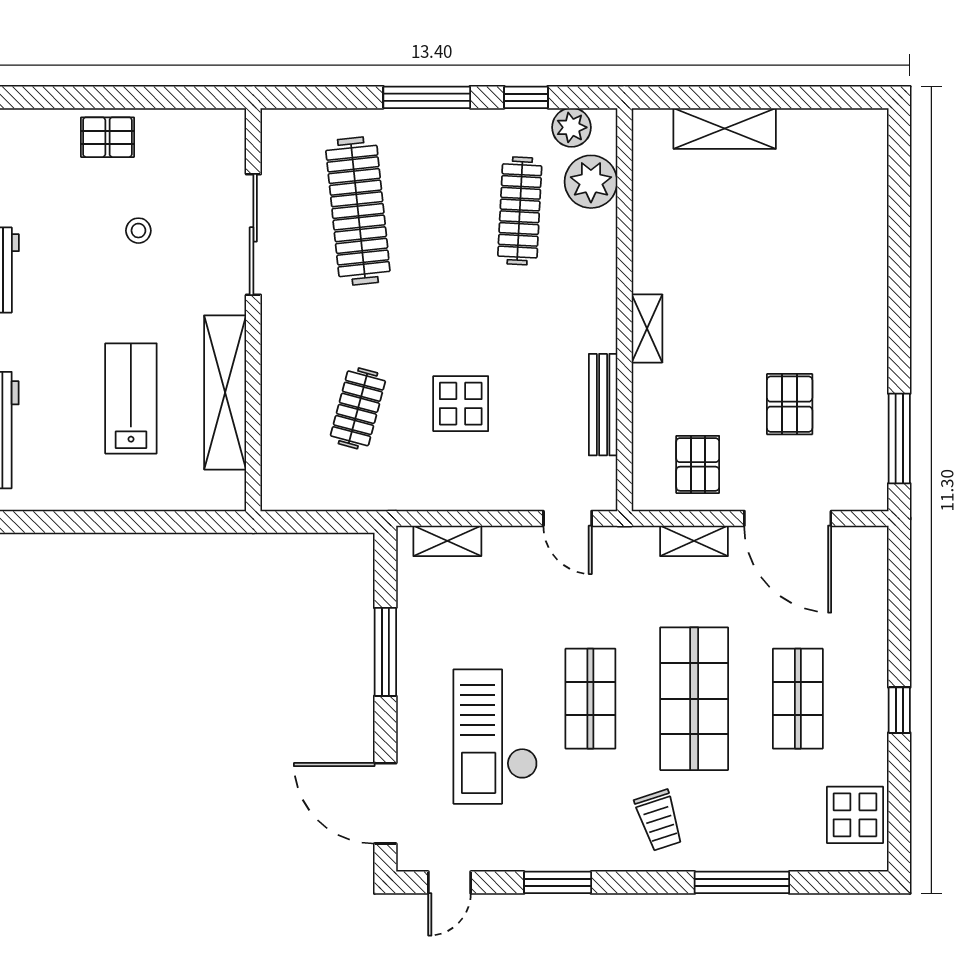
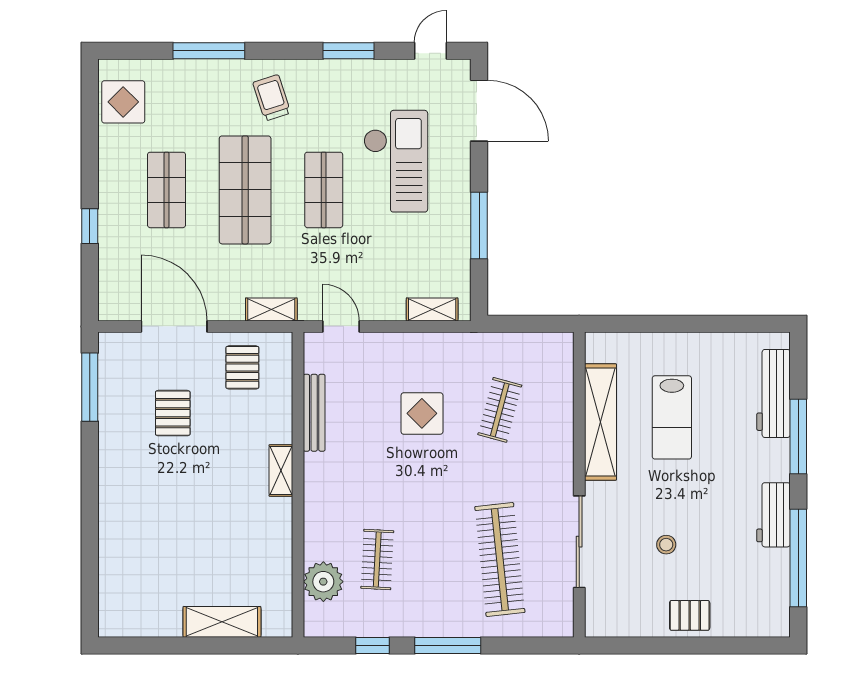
plant: (572, 127) -> (338, 623), removed
clothes rail: (520, 211) -> (377, 559), width x0.73
shelving: (694, 541) -> (271, 310), moved
window: (899, 710) -> (90, 226), moved

